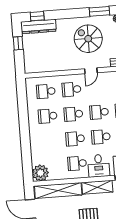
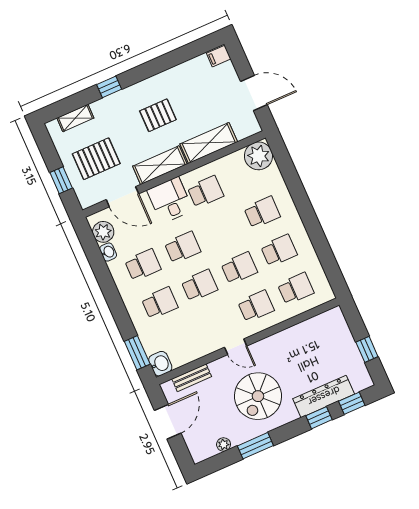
window: (58, 15) -> (319, 418), added
dresser: (39, 27) -> (324, 396), moved
spiral stairs: (88, 39) -> (258, 396), turned 90
door: (91, 71) -> (236, 347), swing flipped
school desk: (75, 139) -> (262, 212), moved
shelving: (58, 191) -> (209, 143), width x0.68

